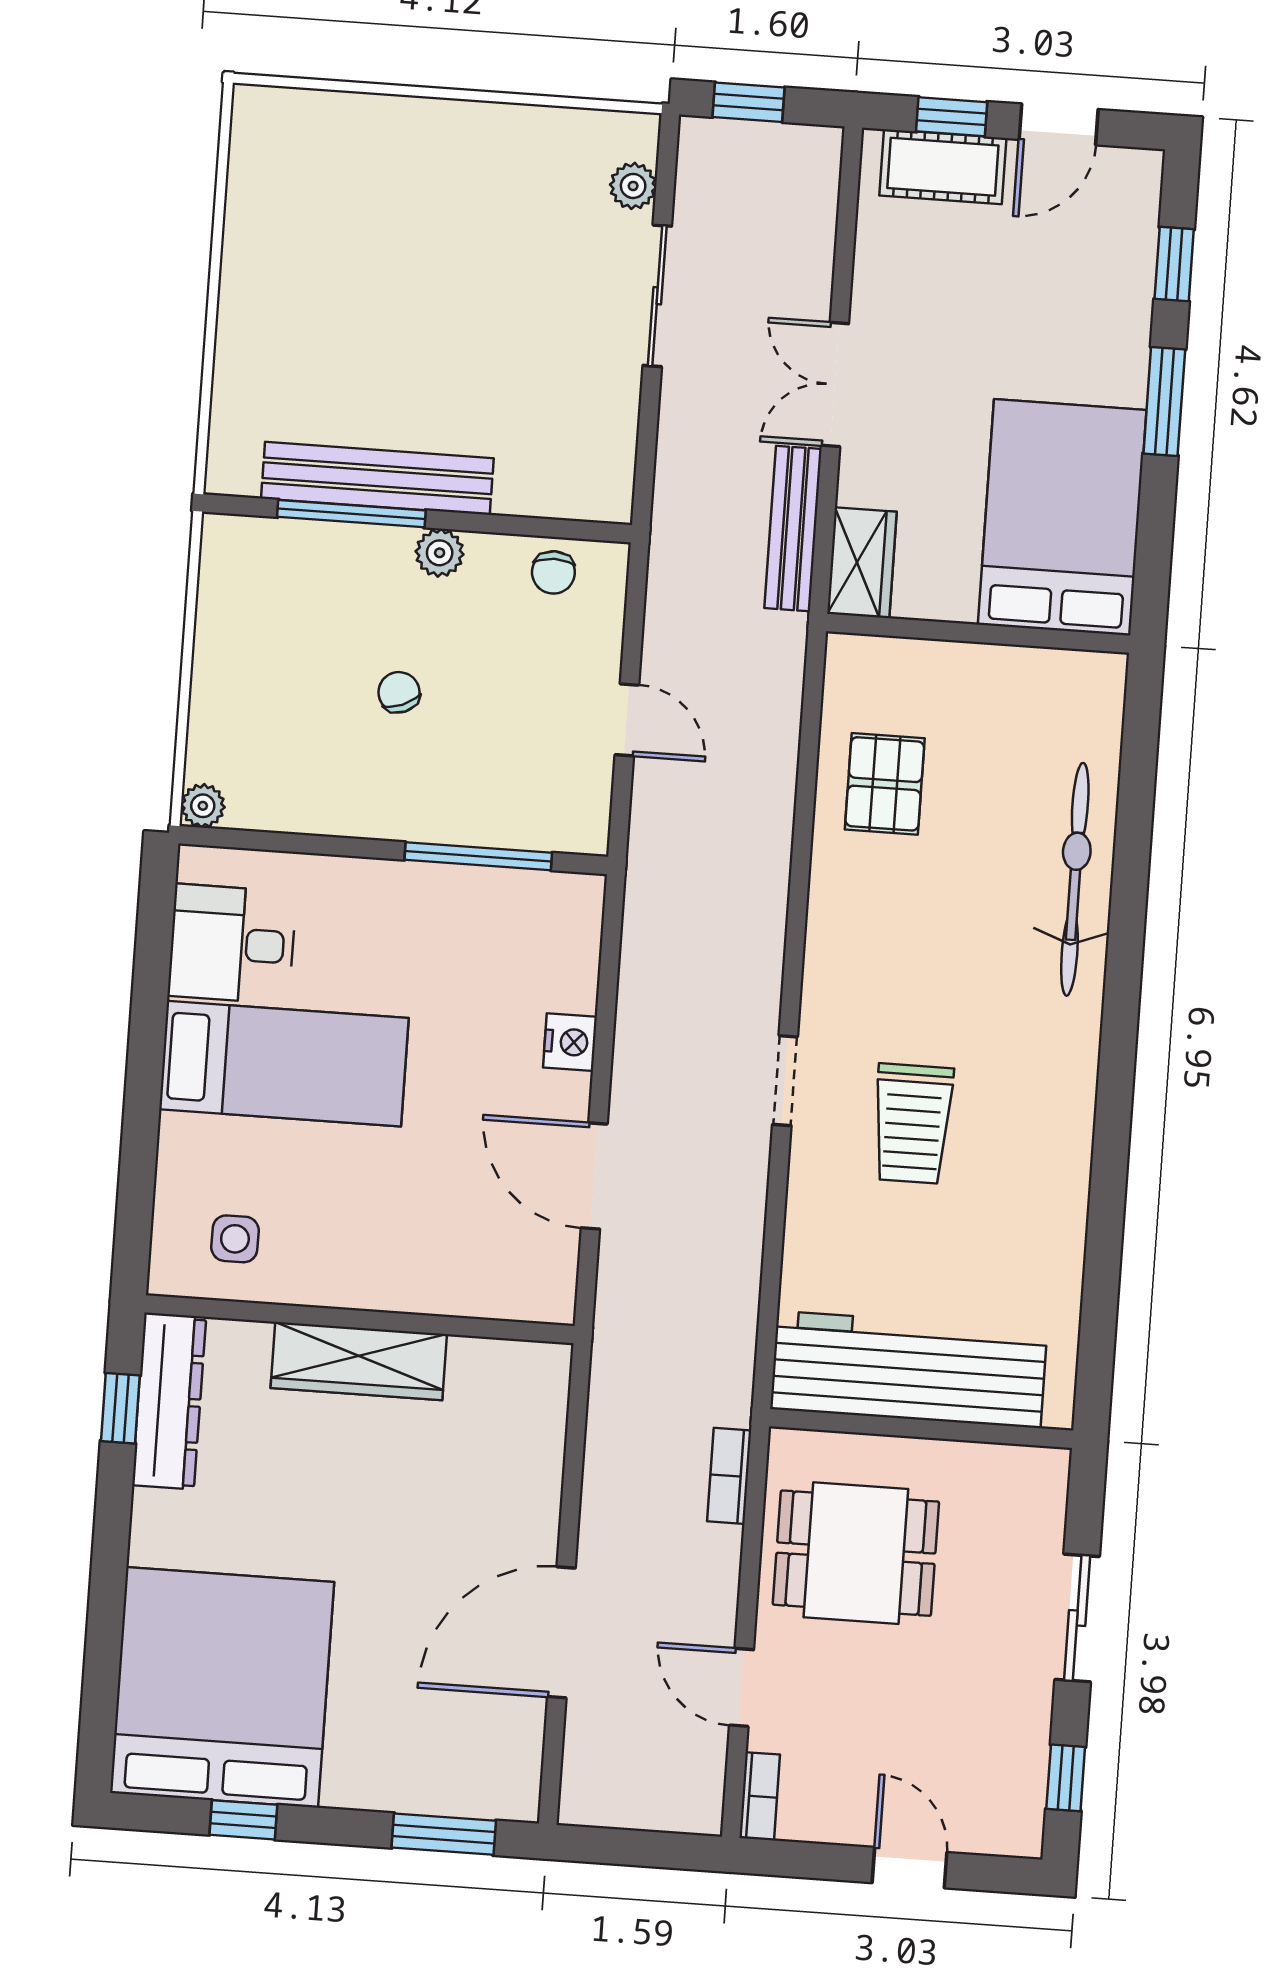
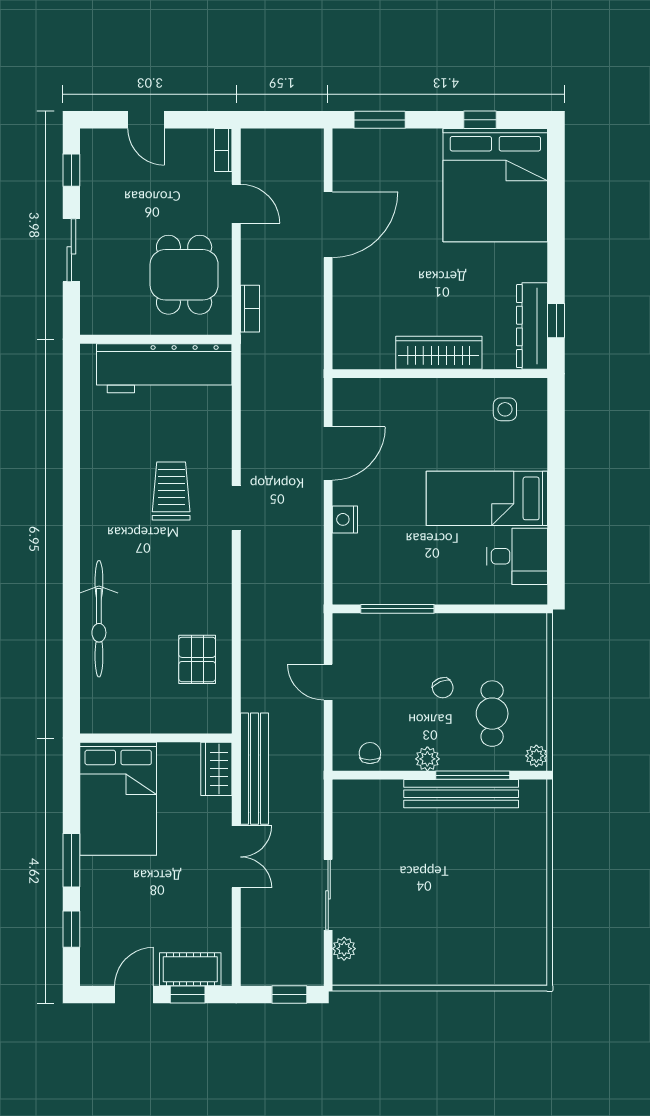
bench: (793, 529) -> (254, 769), width x1.37, depth x1.21
cafe table: (304, 634) -> (492, 714), added
plant: (203, 806) -> (536, 756), moved
door: (594, 1176) -> (328, 454), hinge flipped
dining table: (856, 1553) -> (184, 275), turned 90

